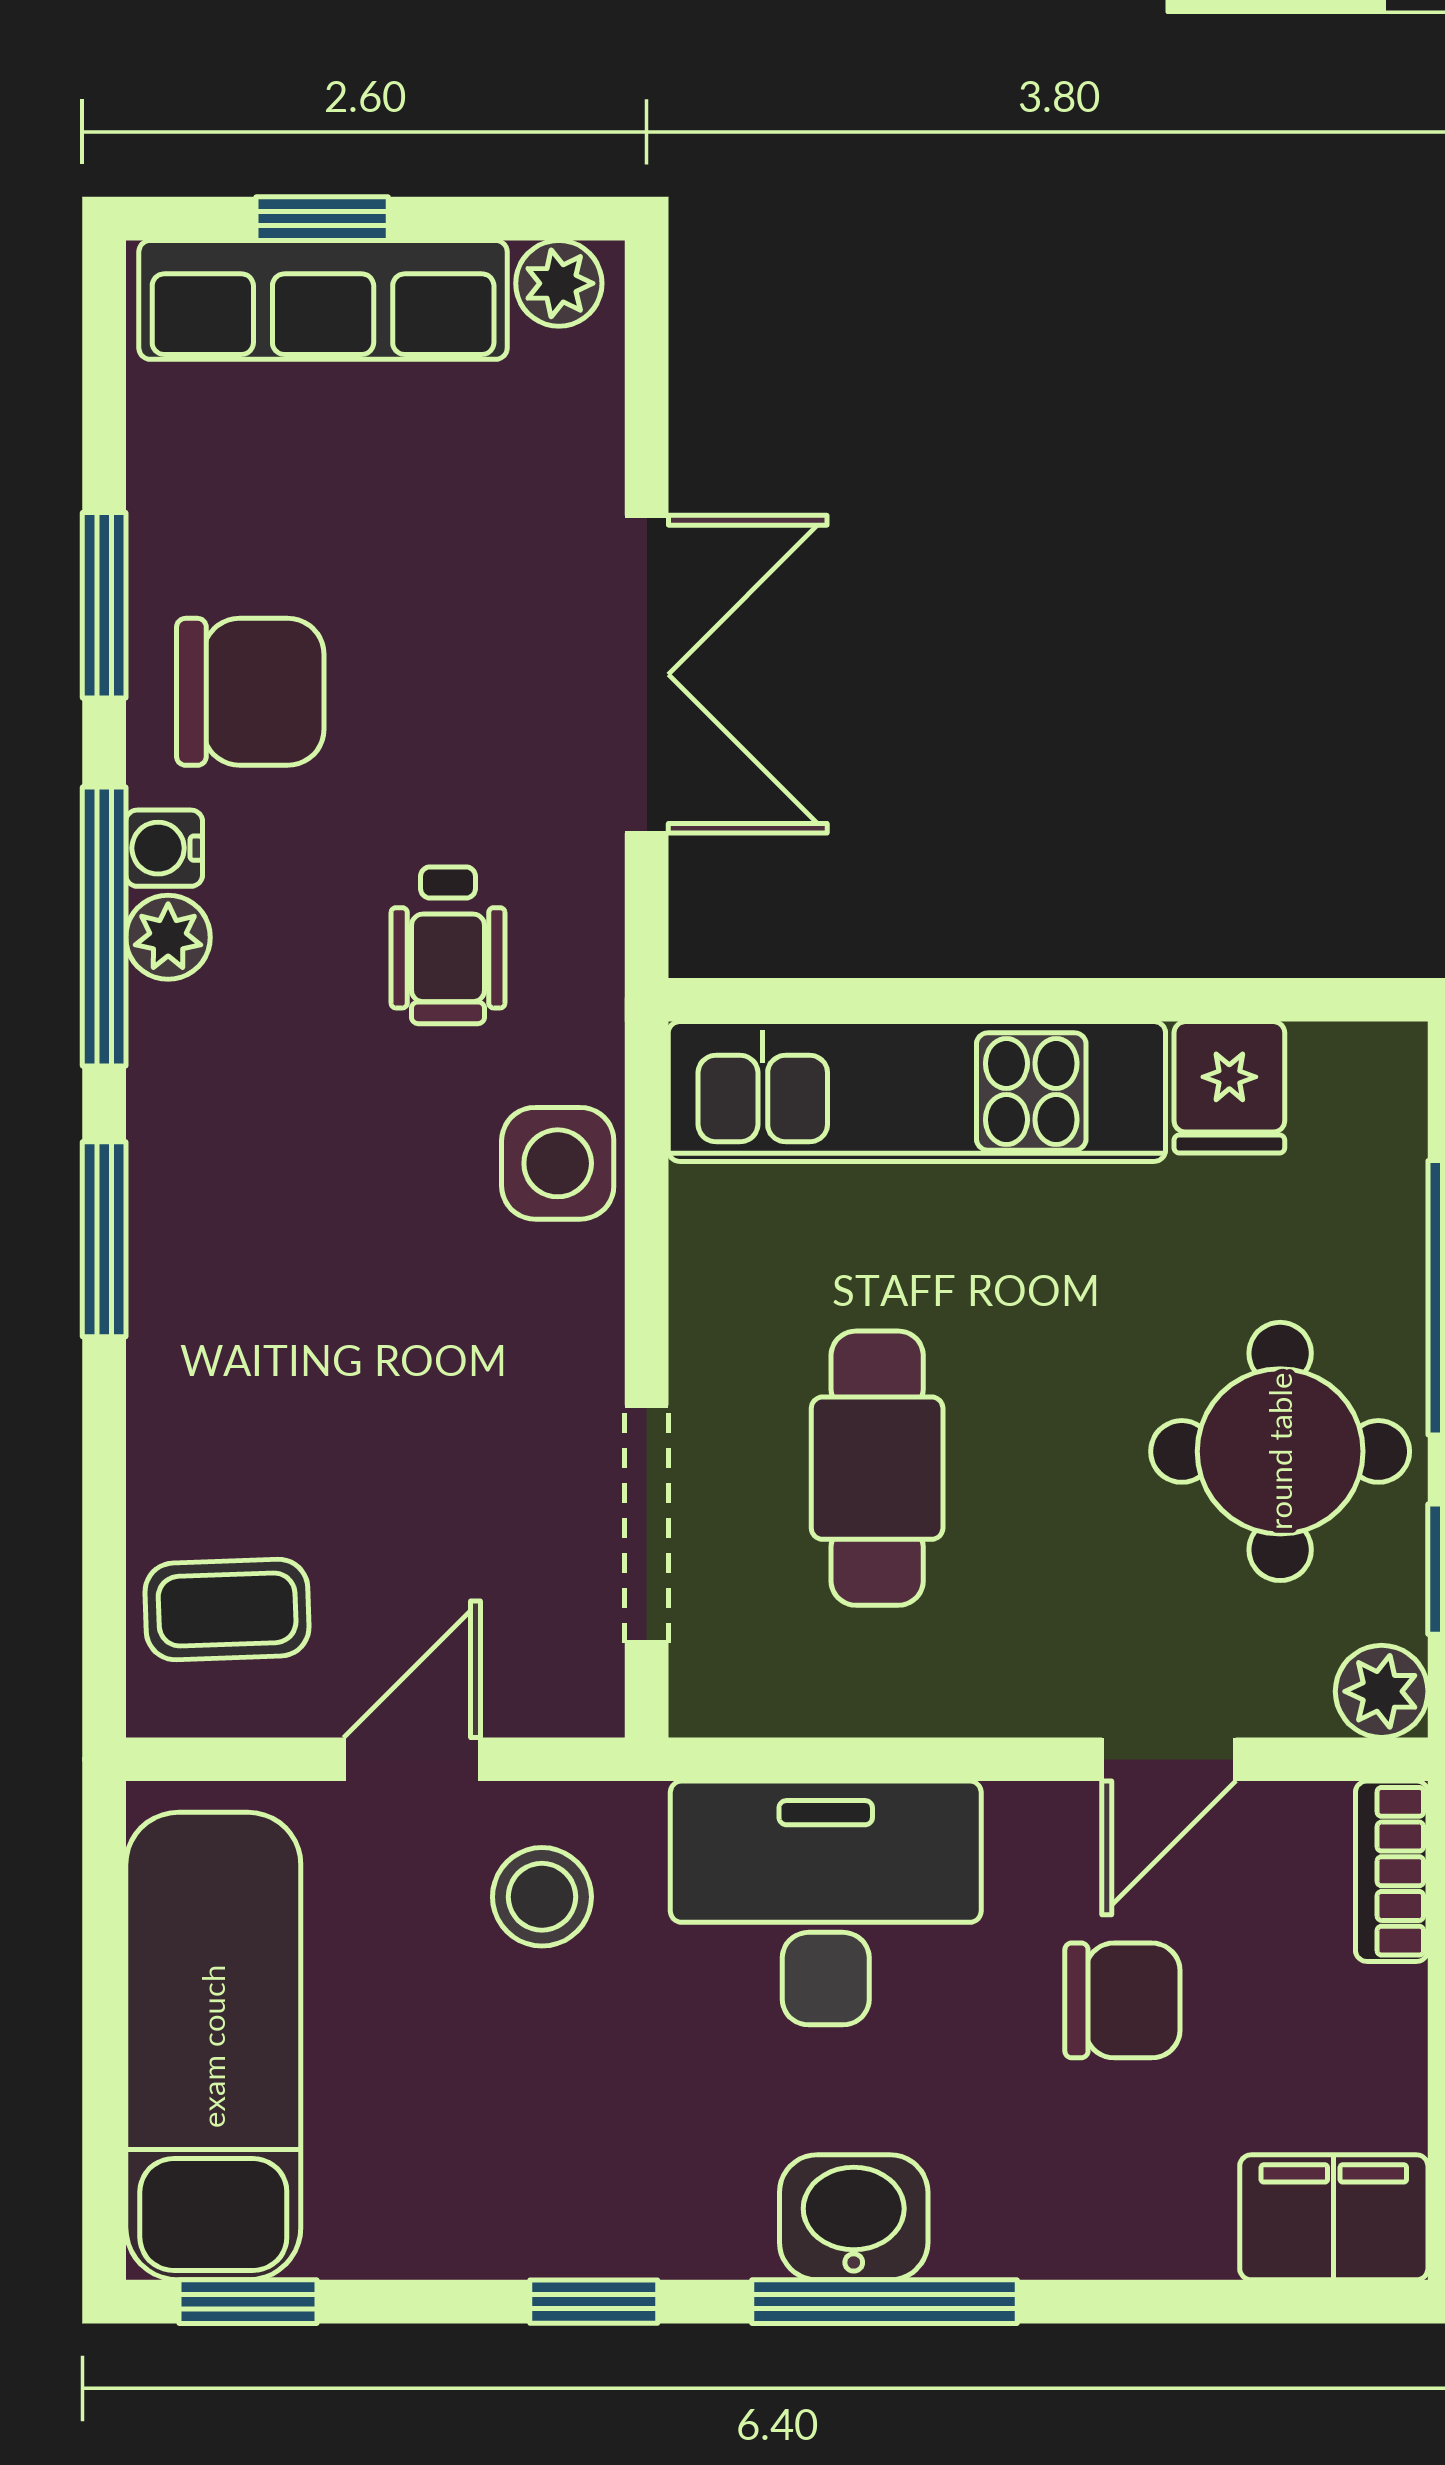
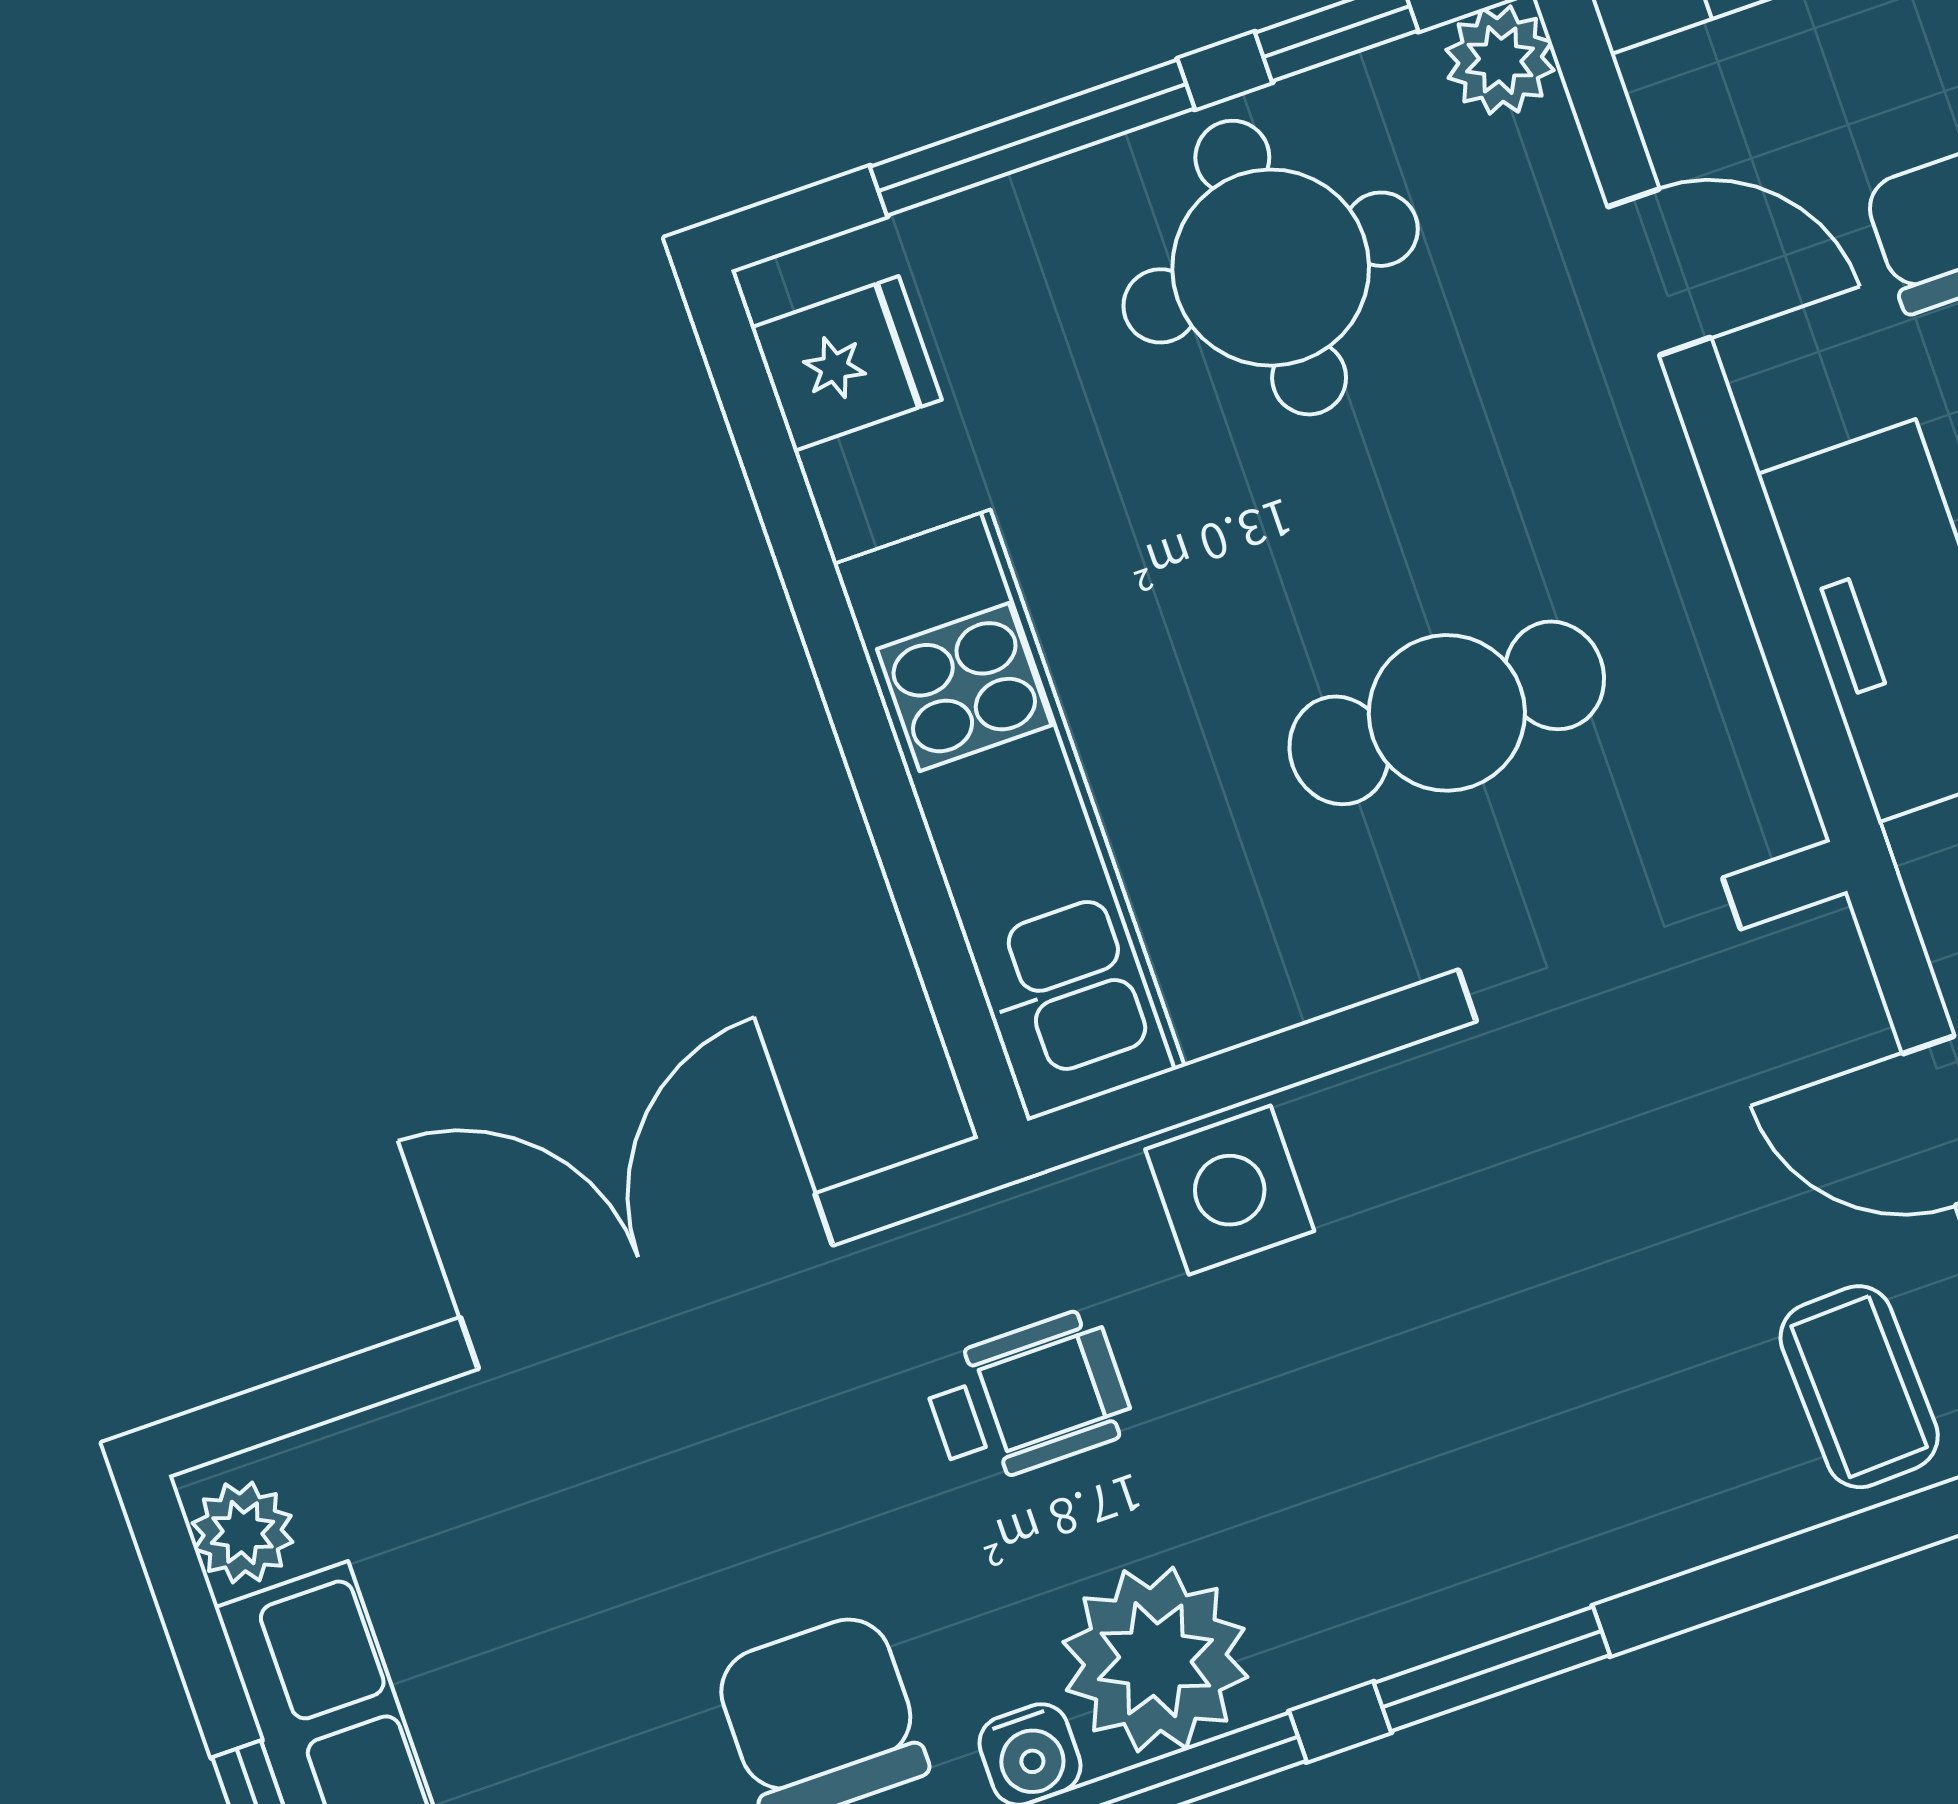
plant: (168, 937) -> (1155, 1660), width x1.88, depth x1.88
fridge: (1229, 1087) -> (846, 364), moved

